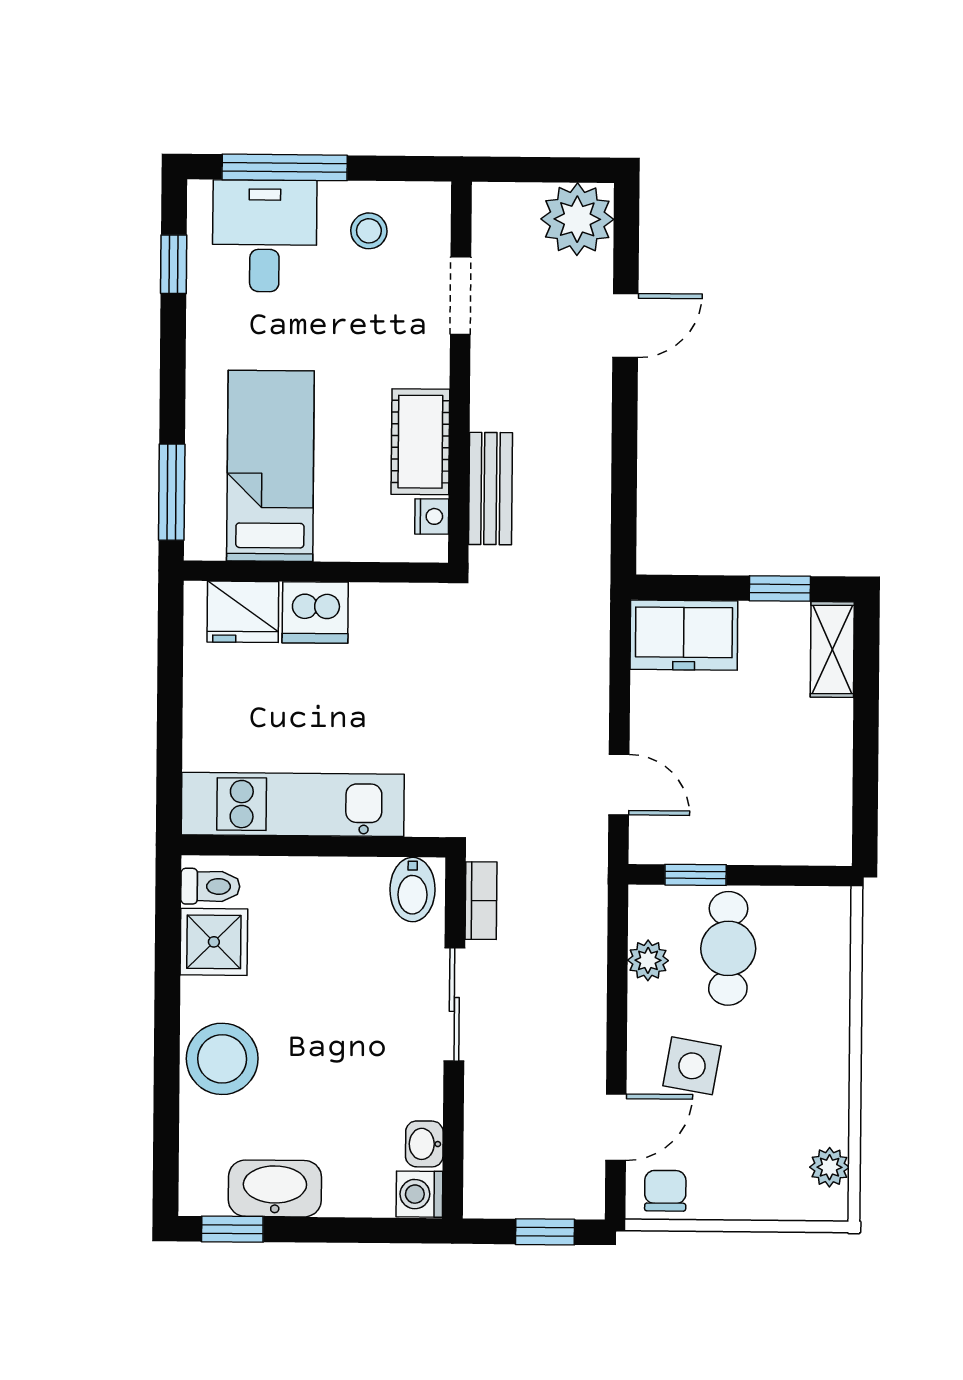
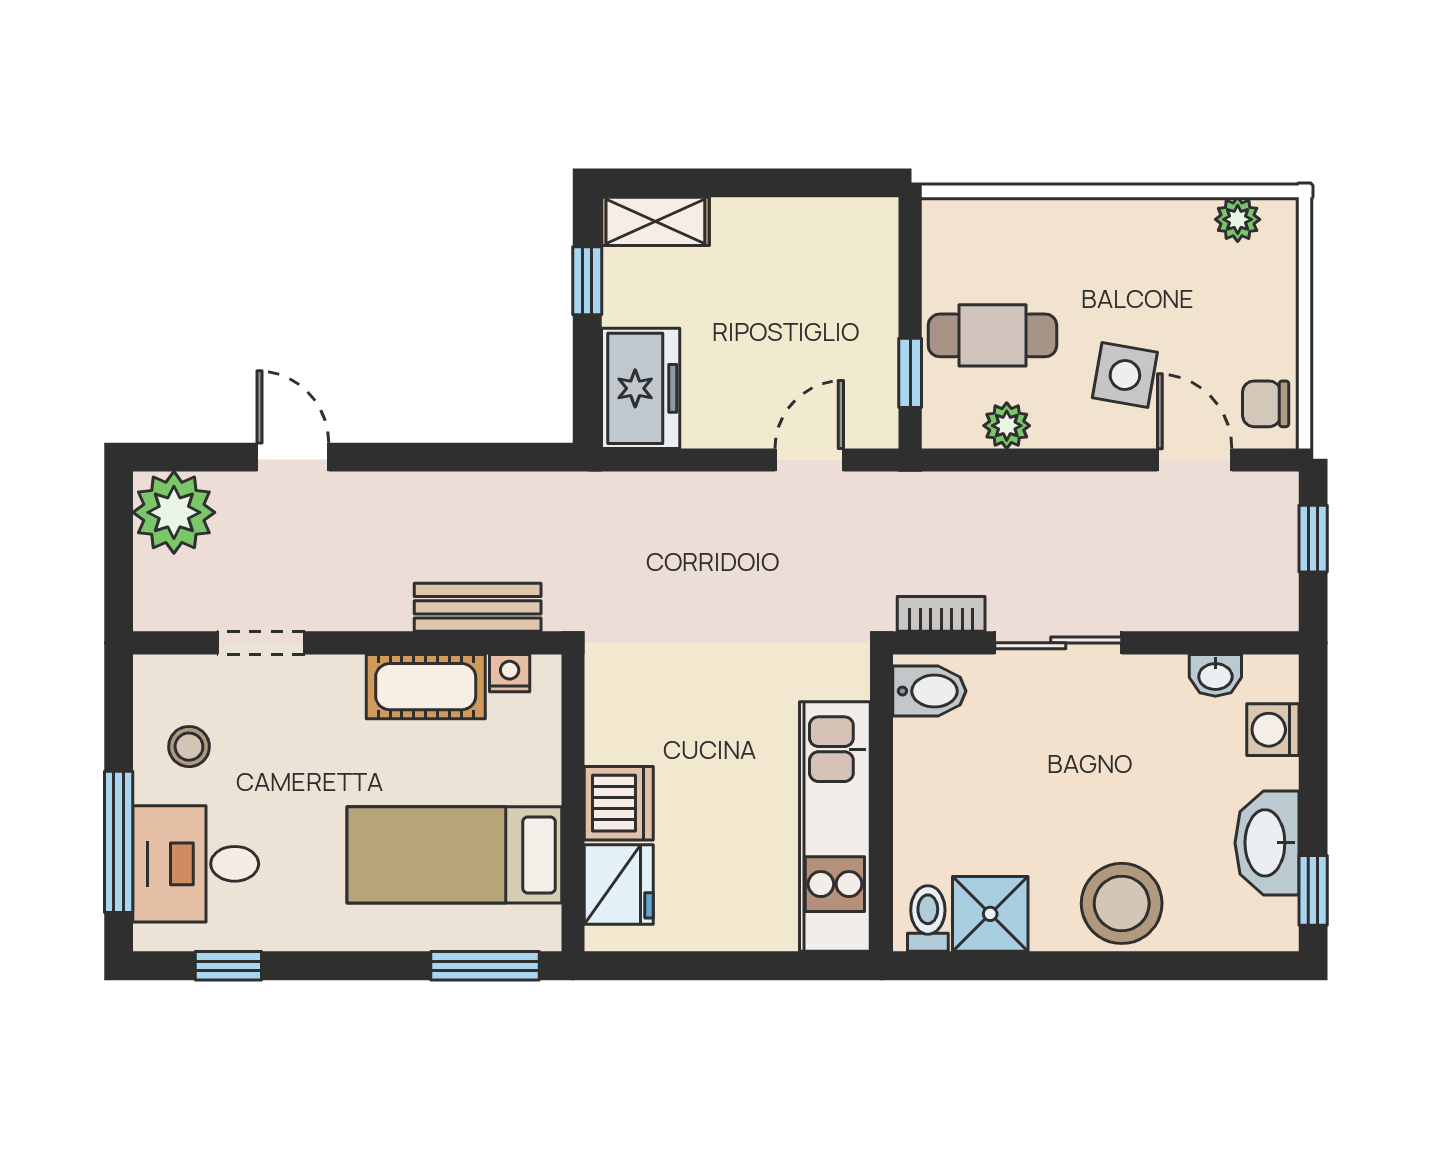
washing machine: (419, 1194) -> (1273, 730), moved, turned 90

